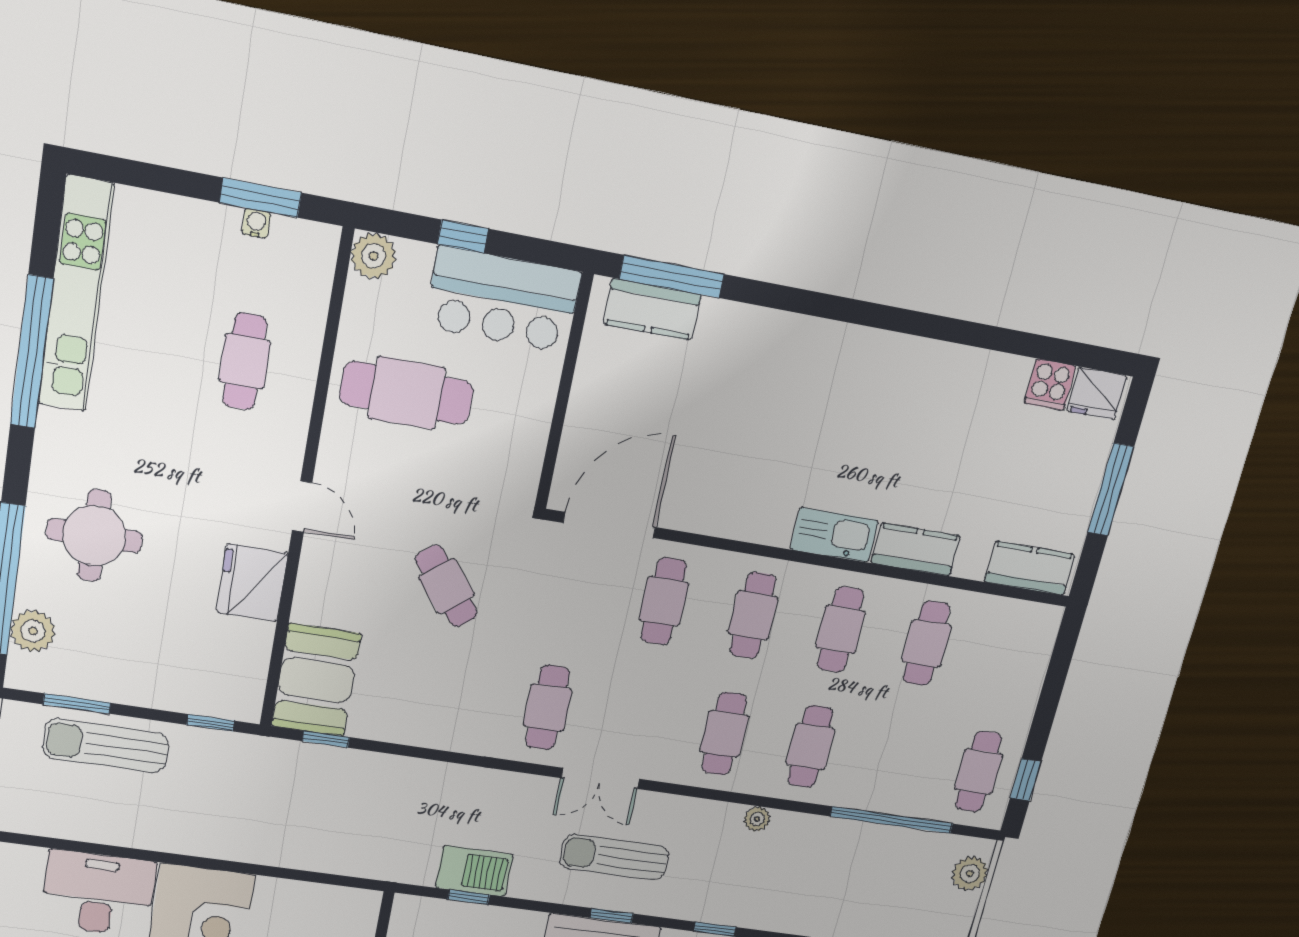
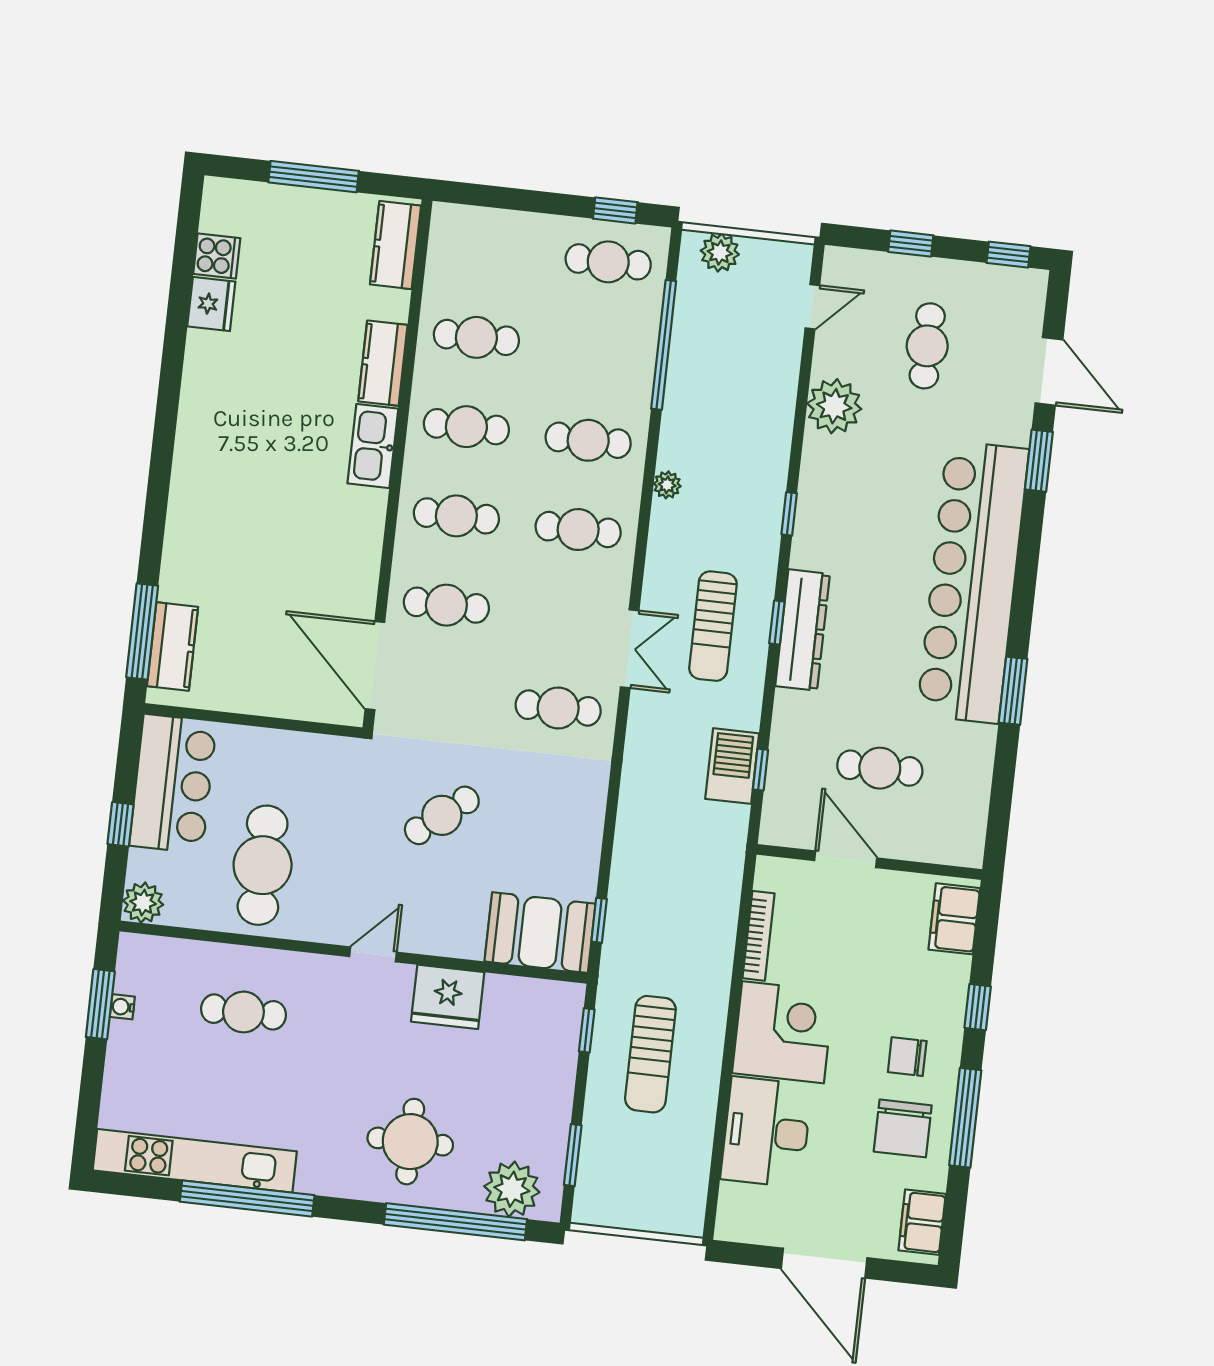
fridge: (1097, 393) -> (211, 304), moved
plant: (33, 631) -> (512, 1189), width x1.36, depth x1.36
sun lounger: (106, 746) -> (650, 1054), moved
bookcase: (301, 891) -> (759, 936), added

